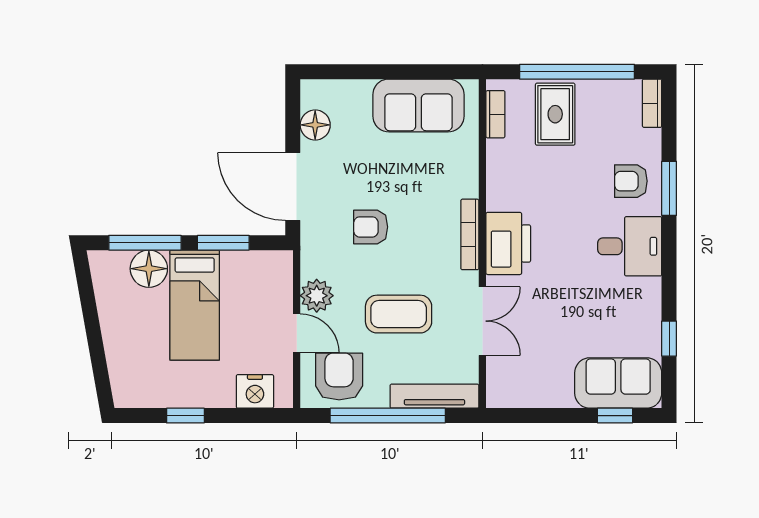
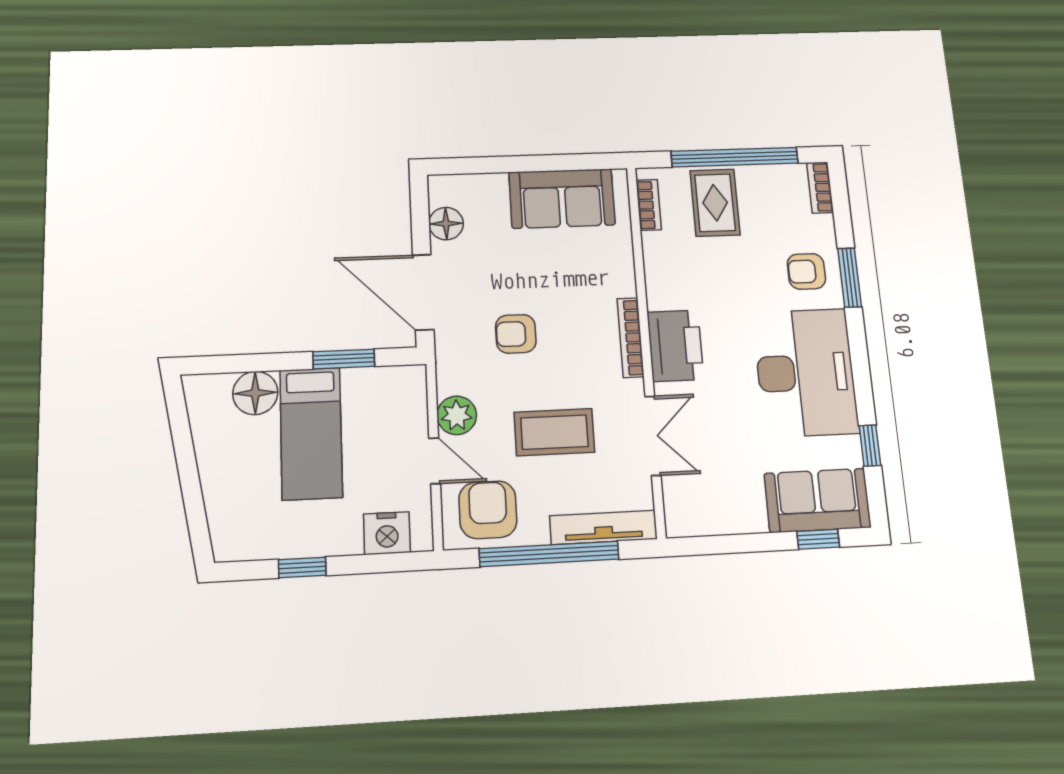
window: (145, 243) -> (250, 363), removed
desk: (630, 246) -> (806, 373), width x1.87, depth x1.30

